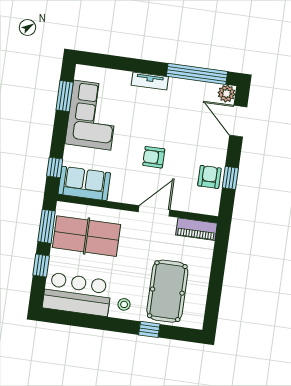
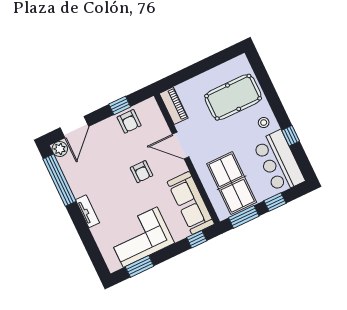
armchair: (209, 177) -> (129, 121), turned -90
sofa: (84, 183) -> (191, 203), width x1.36
window: (149, 329) -> (291, 136), moved

